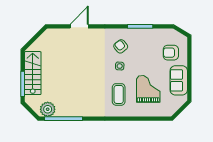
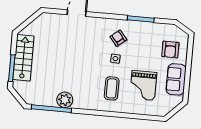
armchair: (171, 53) -> (170, 49), turned -90
grand piano: (148, 89) -> (143, 85), turned 180
plant: (48, 109) -> (65, 100), moved

